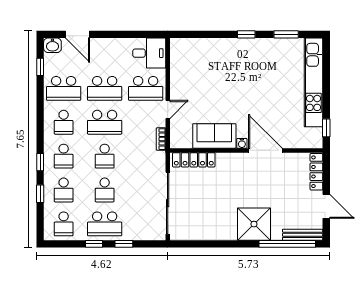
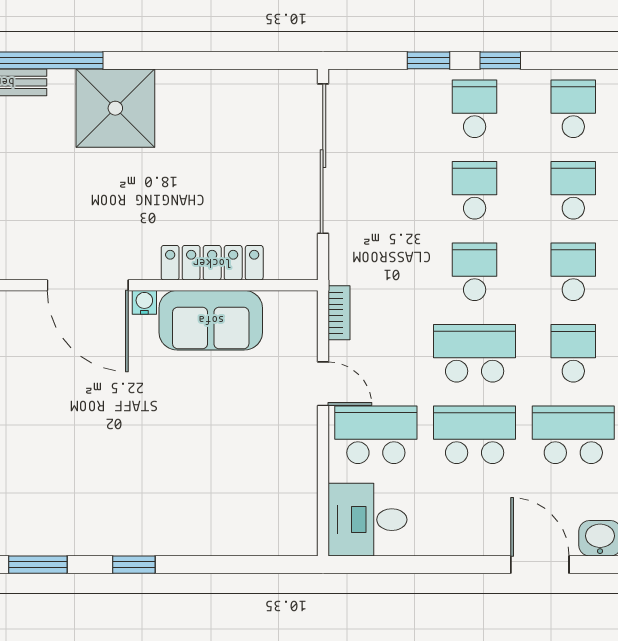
door: (168, 110) -> (323, 384), swing flipped
locker: (194, 160) -> (212, 263), moved
school desk: (105, 224) -> (475, 109), width x0.54

